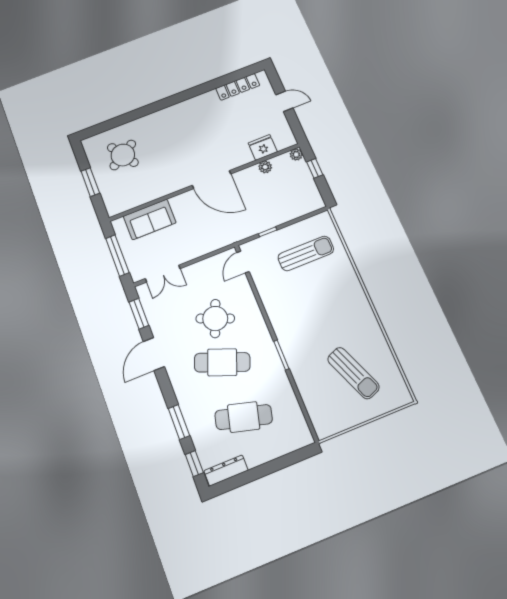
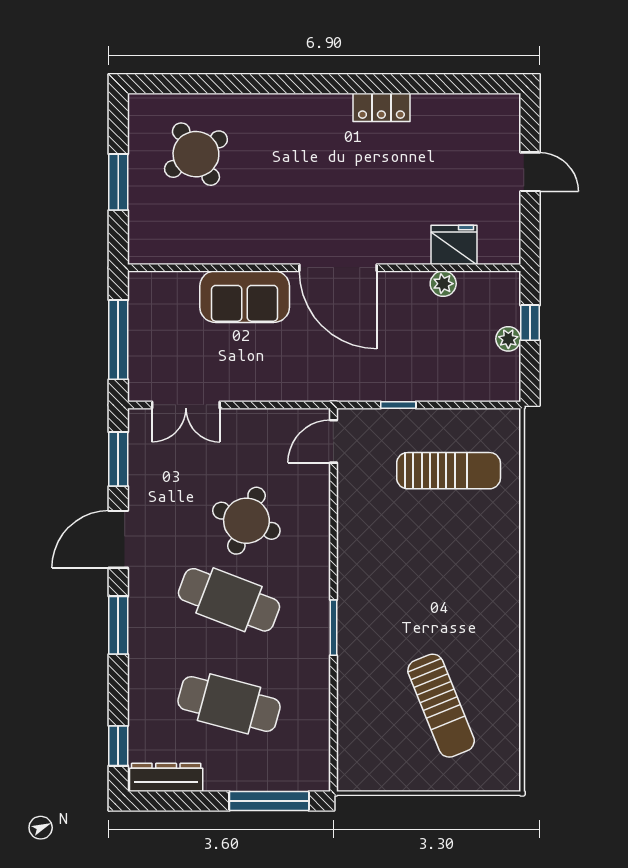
locker: (238, 87) -> (381, 107), moved, width x0.66
plant: (296, 154) -> (508, 339), moved
sofa: (150, 219) -> (245, 297), moved
window: (179, 422) -> (118, 625), moved
window: (285, 461) -> (269, 801), added

